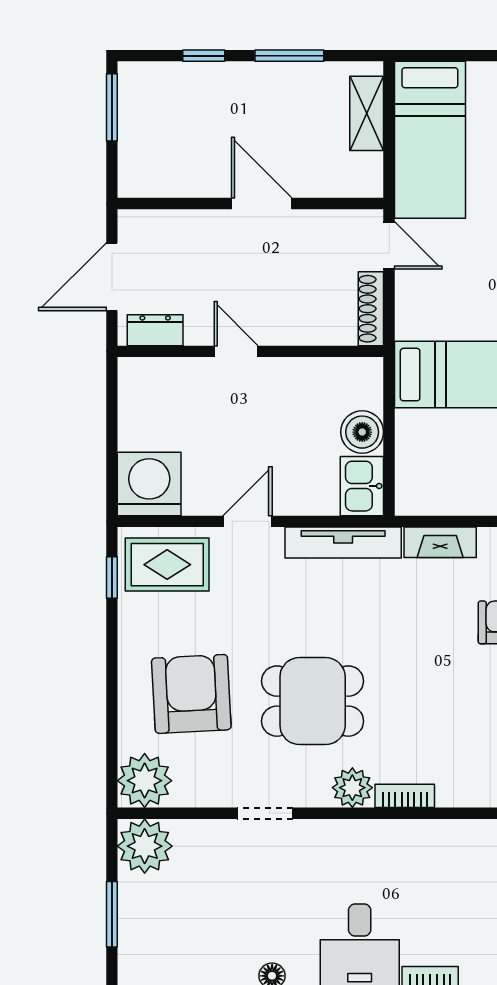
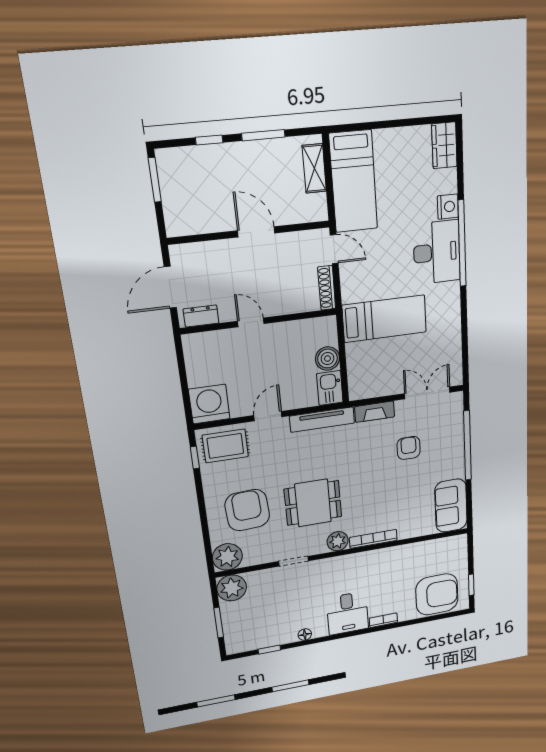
bookcase: (405, 796) -> (373, 539), width x1.56

